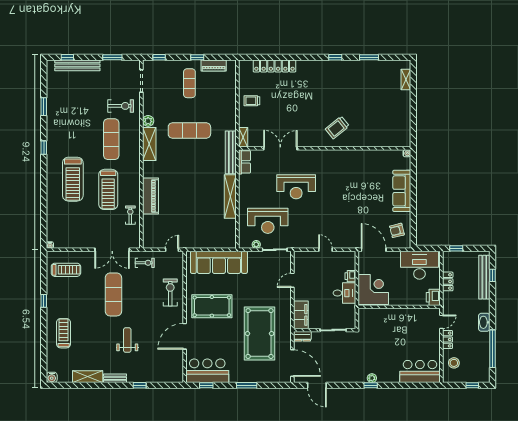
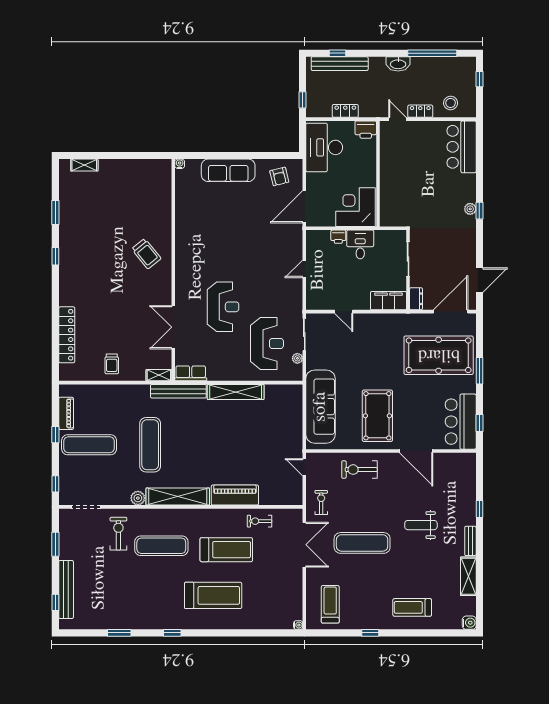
exercise mat: (189, 83) -> (89, 445), width x1.36, depth x1.45
shelving: (149, 144) -> (178, 497), width x1.47
pool table: (260, 334) -> (439, 355), moved

